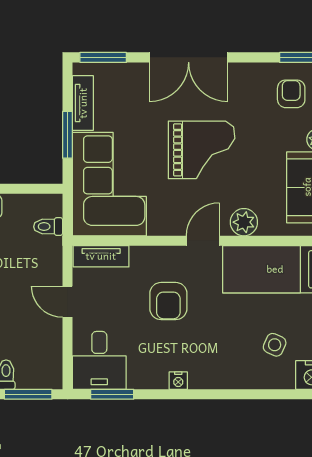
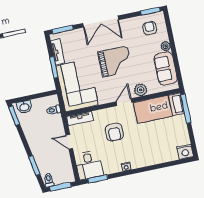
side table: (275, 345) -> (166, 142), removed

